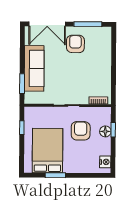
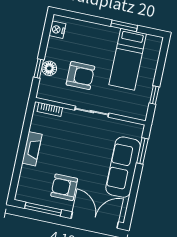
armchair: (75, 44) -> (64, 187), turned 90
fireplace: (106, 68) -> (32, 149), added
armchair: (81, 131) -> (80, 76), turned -90
bed: (48, 151) -> (128, 59), width x0.67

